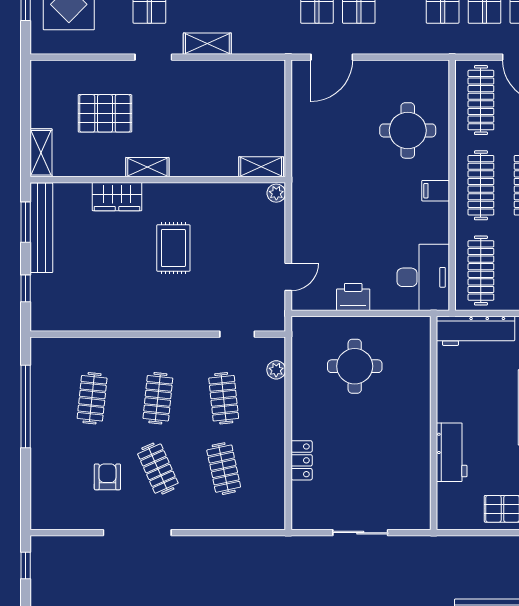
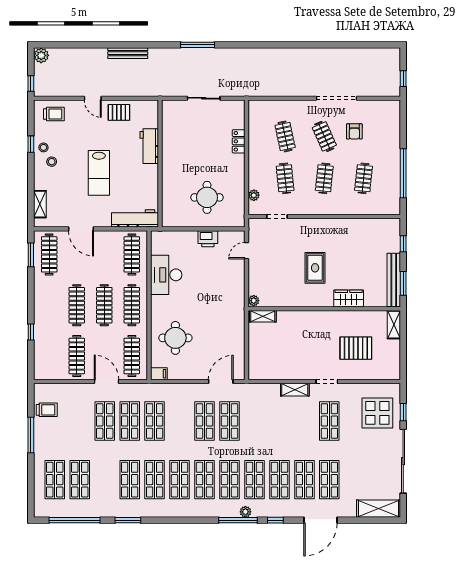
shelving: (147, 167) -> (331, 316), removed
filing cabinet: (436, 191) -> (159, 374), moved
desk: (423, 277) -> (166, 275), moved

